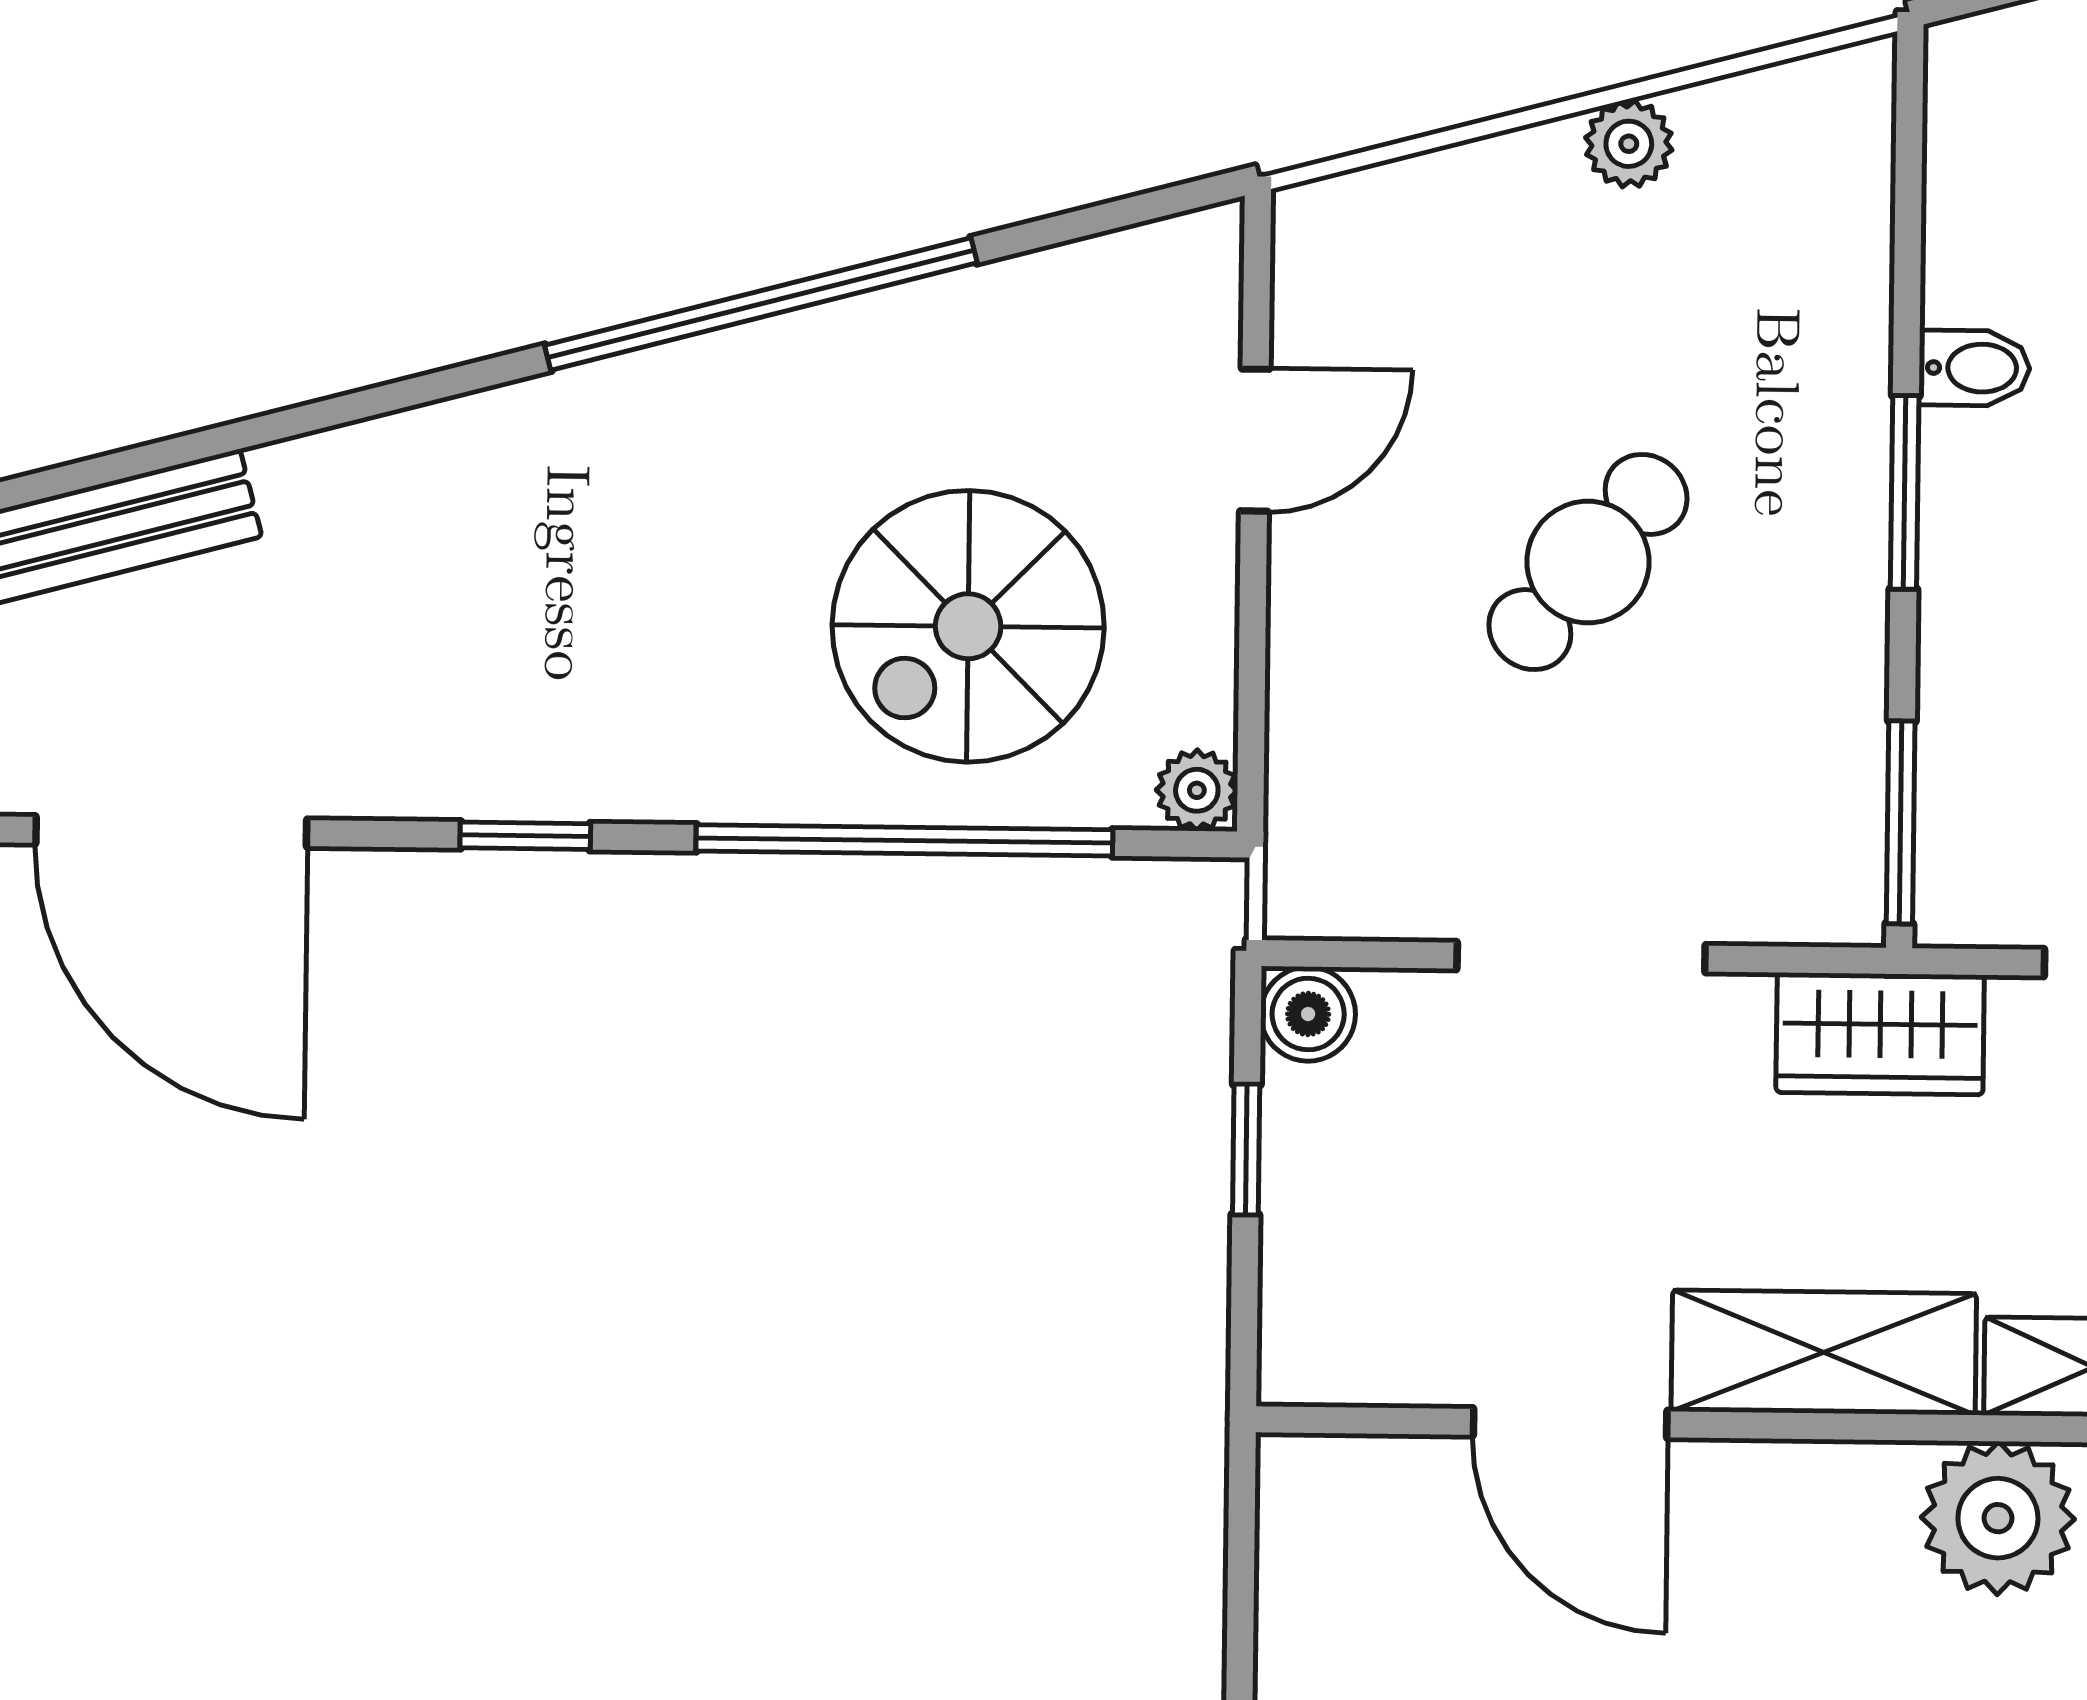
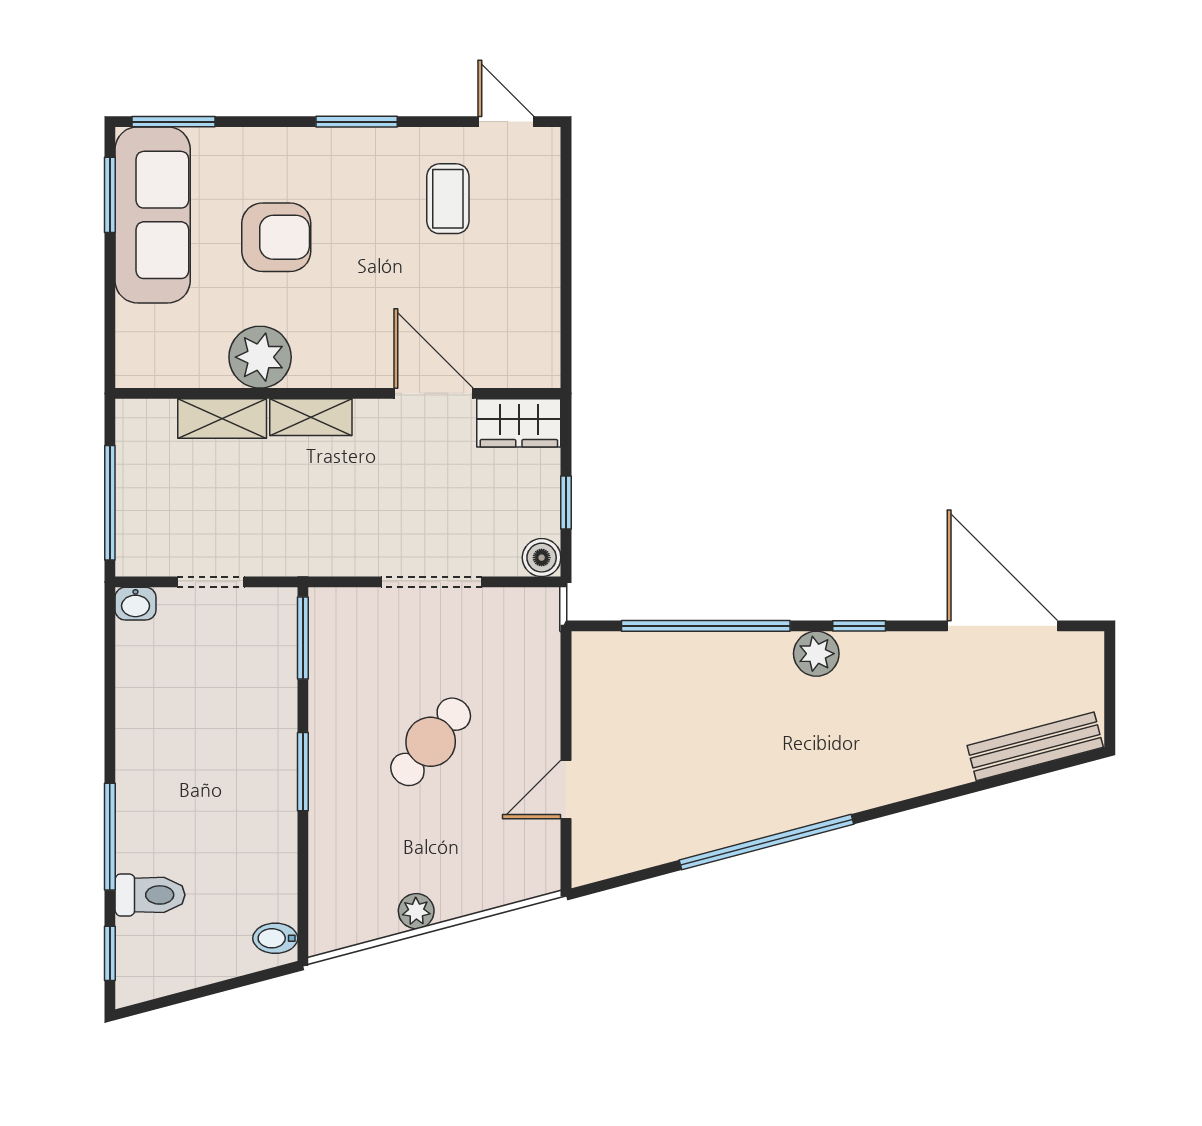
bidet: (1974, 368) -> (275, 938), moved
spiral stairs: (968, 626) -> (681, 713), removed
plant: (1197, 790) -> (816, 654), moved, width x1.38, depth x1.38
wardrobe: (1880, 1034) -> (519, 423), moved, turned 180
shelving: (1824, 1352) -> (311, 417), width x0.67, depth x0.75

